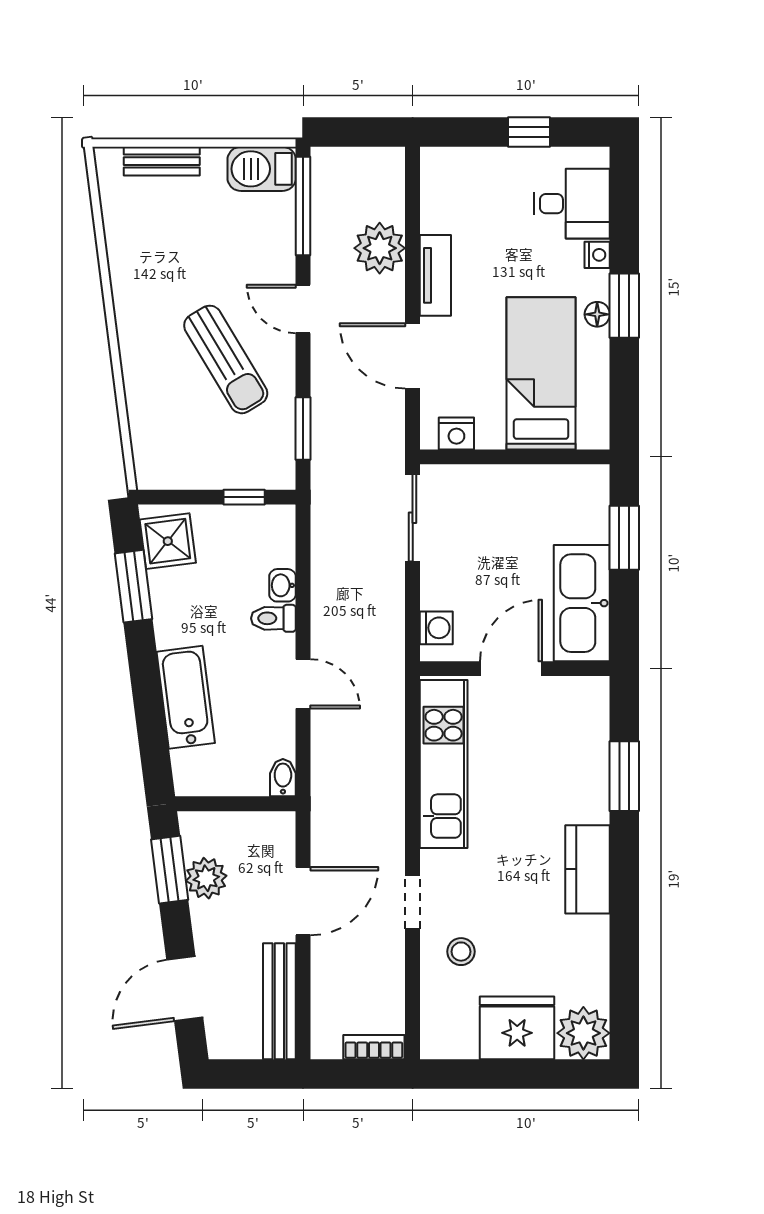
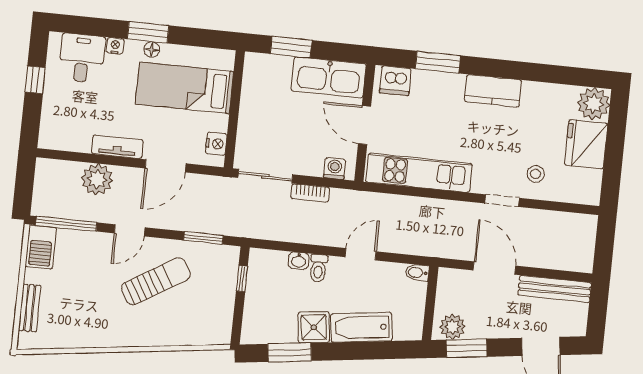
shower: (168, 541) -> (314, 327), moved
dishwasher: (587, 711) -> (395, 81), added
plant: (206, 878) -> (453, 327), moved
bookcase: (374, 1047) -> (310, 193), moved, turned -90

